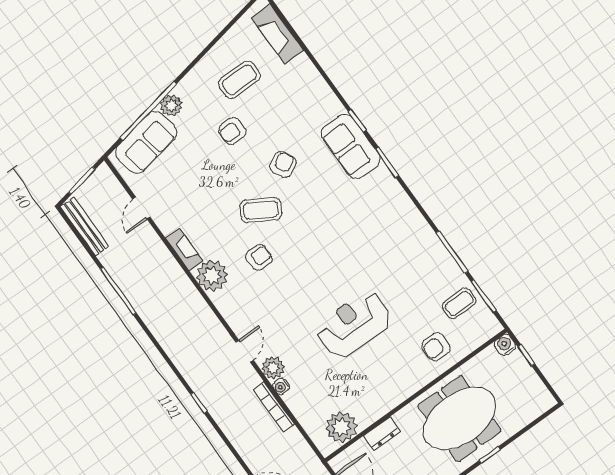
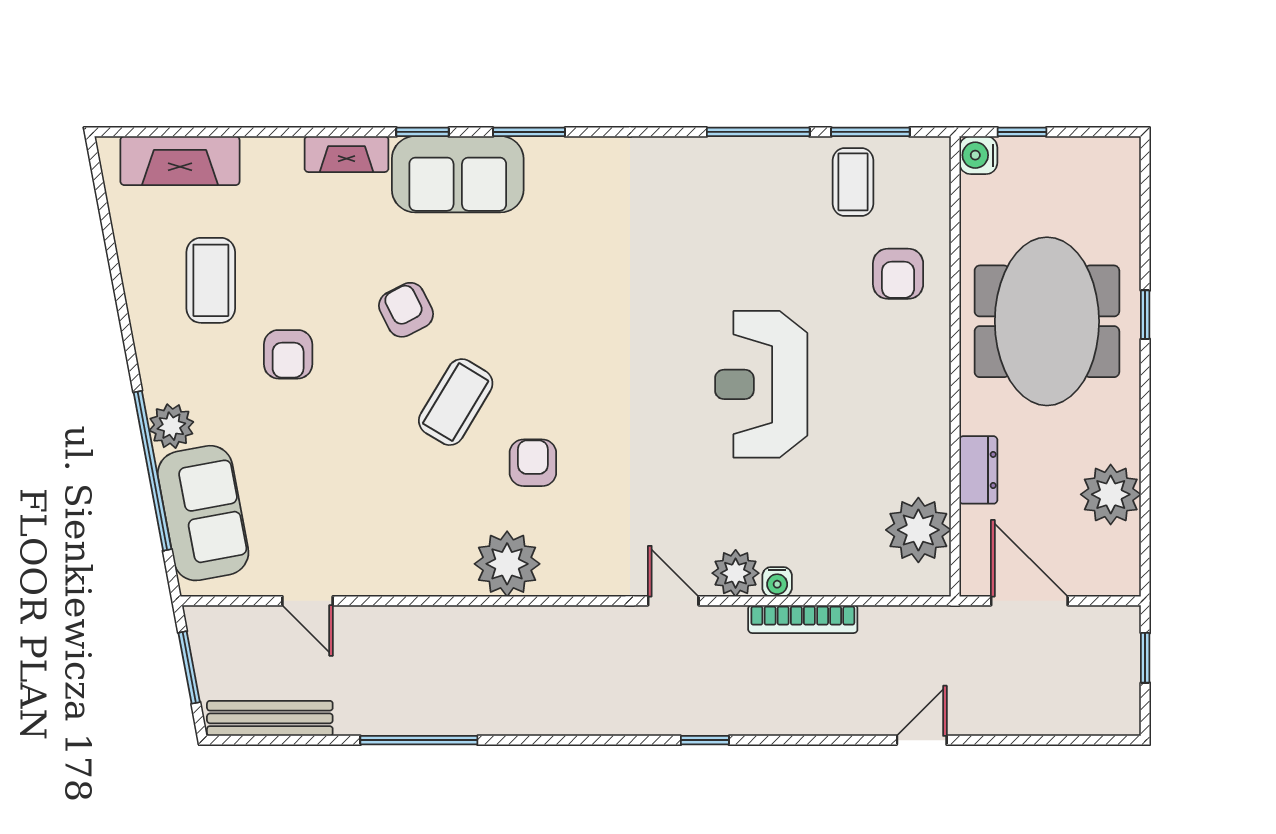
fireplace: (184, 249) -> (347, 154), moved, turned 180

